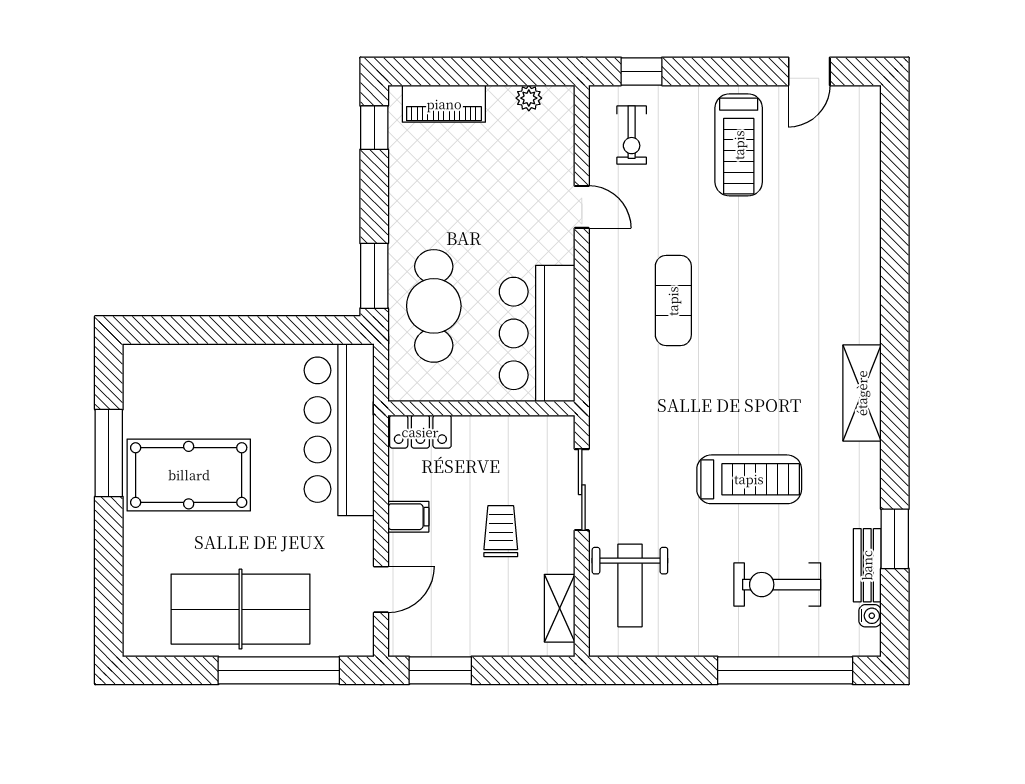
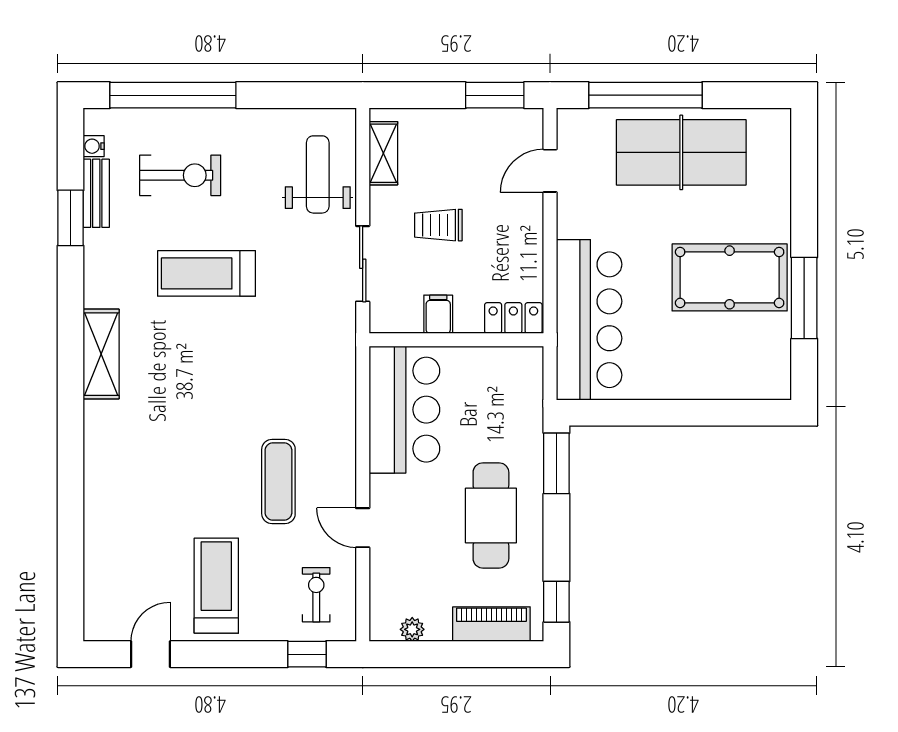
exercise mat: (673, 301) -> (278, 482), moved
cafe table: (434, 306) -> (491, 515), moved
filing cabinet: (408, 517) -> (438, 314), moved, turned 90
trolley: (501, 531) -> (438, 225), turned 90

